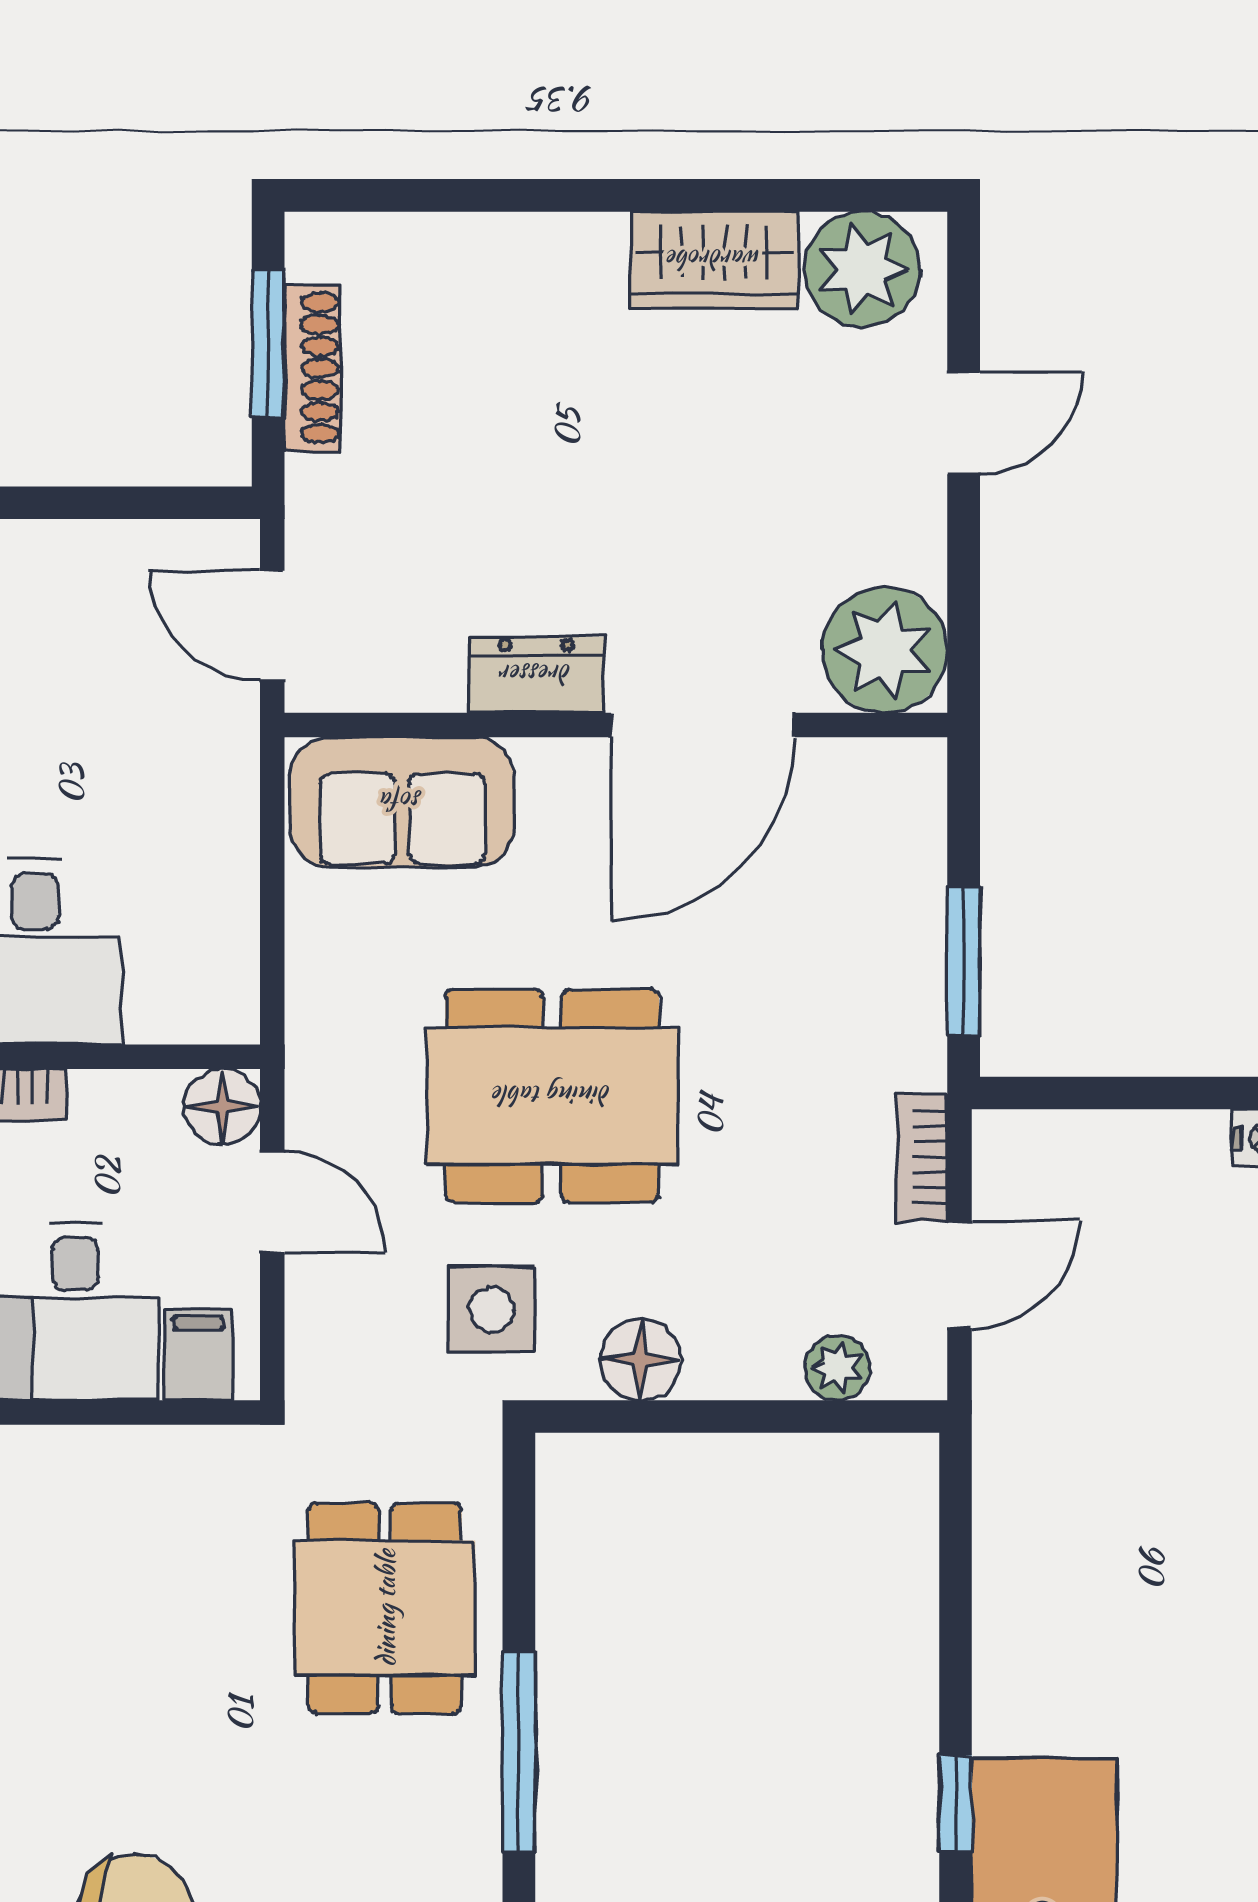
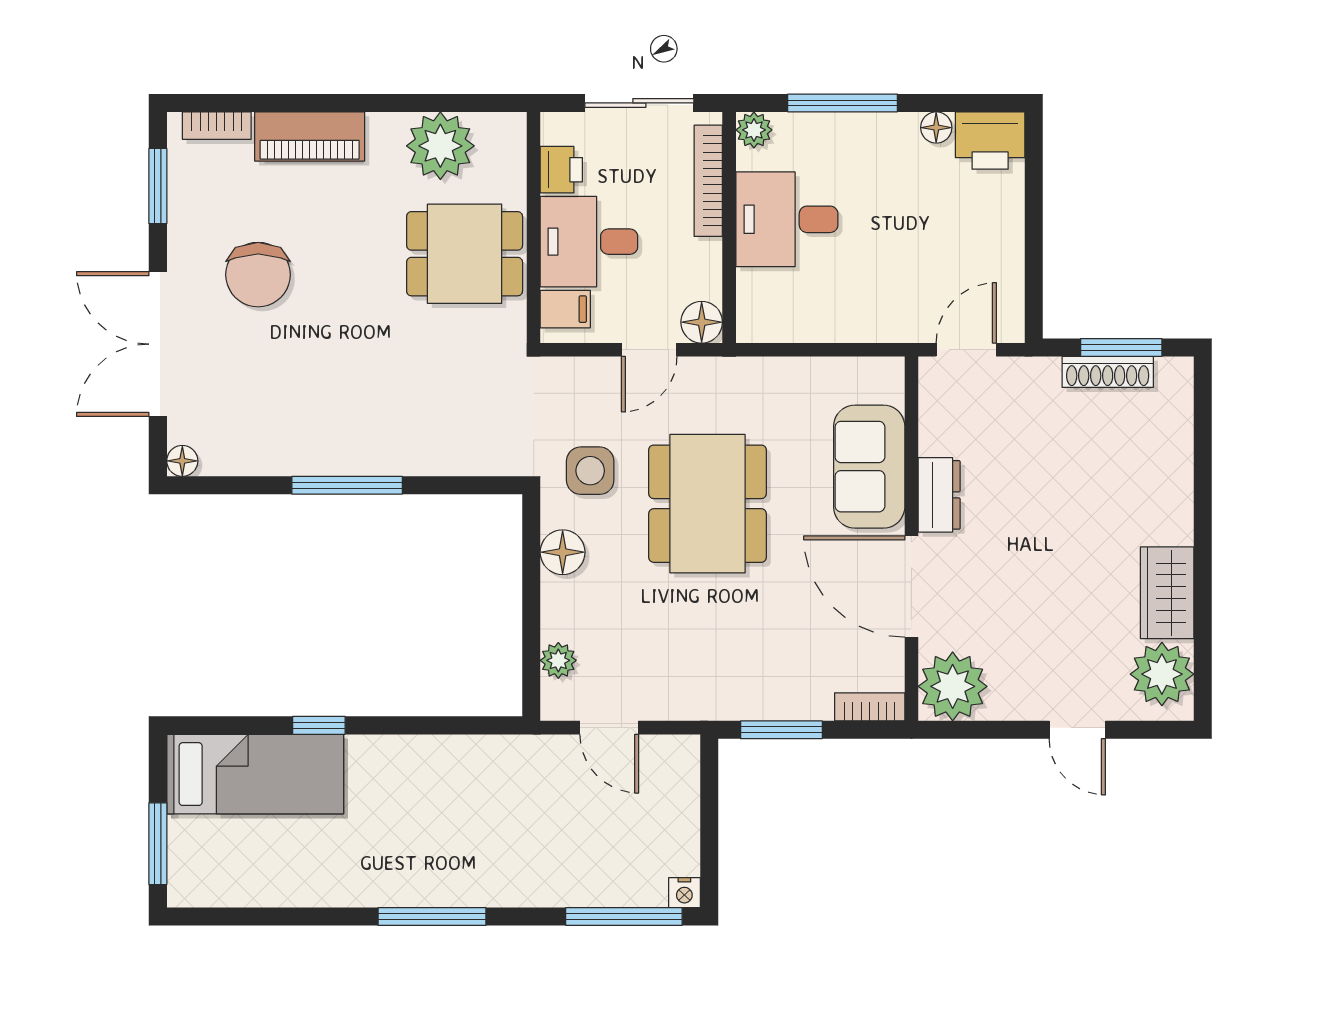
sofa: (402, 802) -> (869, 467), moved
bookcase: (922, 1157) -> (870, 707), moved
dining table: (385, 1608) -> (465, 254), moved

